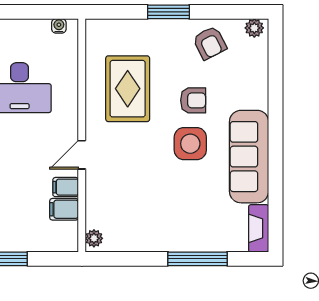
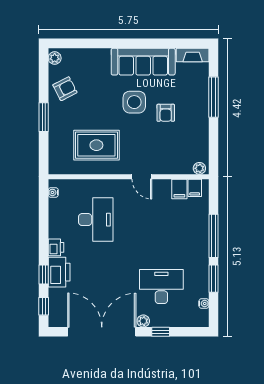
armchair: (193, 100) -> (166, 113), moved, turned 180
filing cabinet: (66, 187) -> (195, 188), moved

